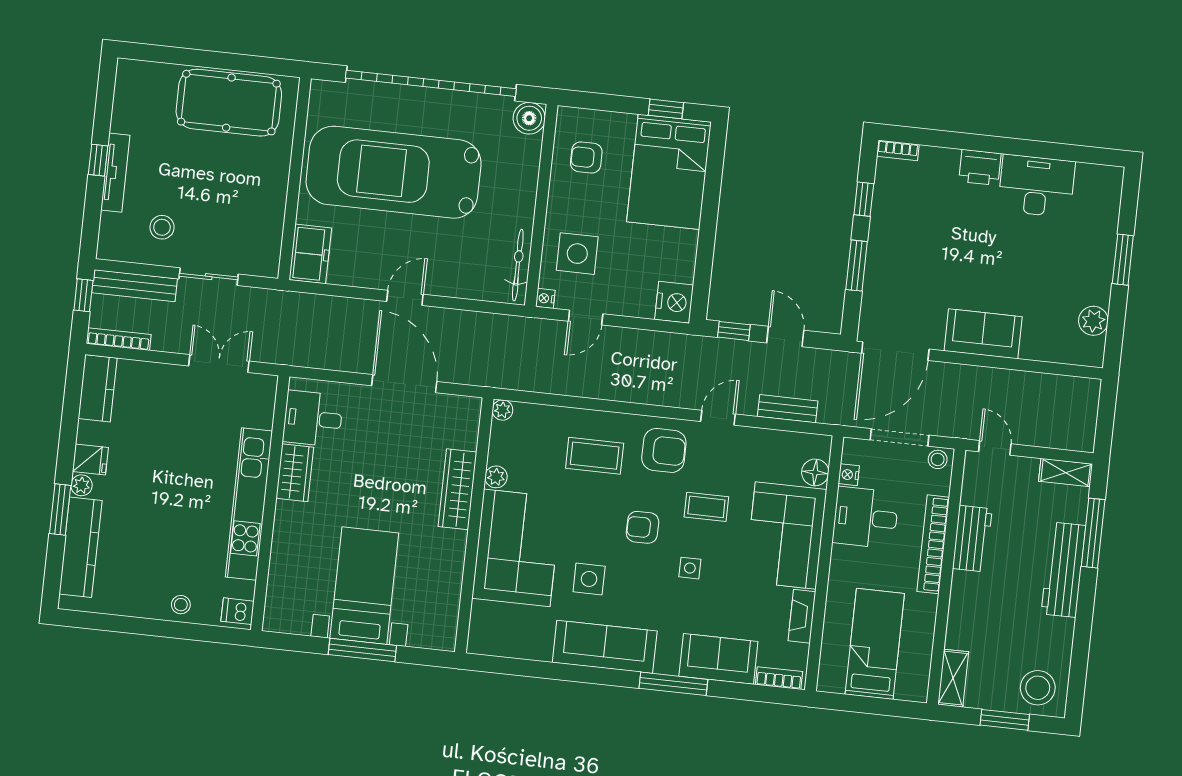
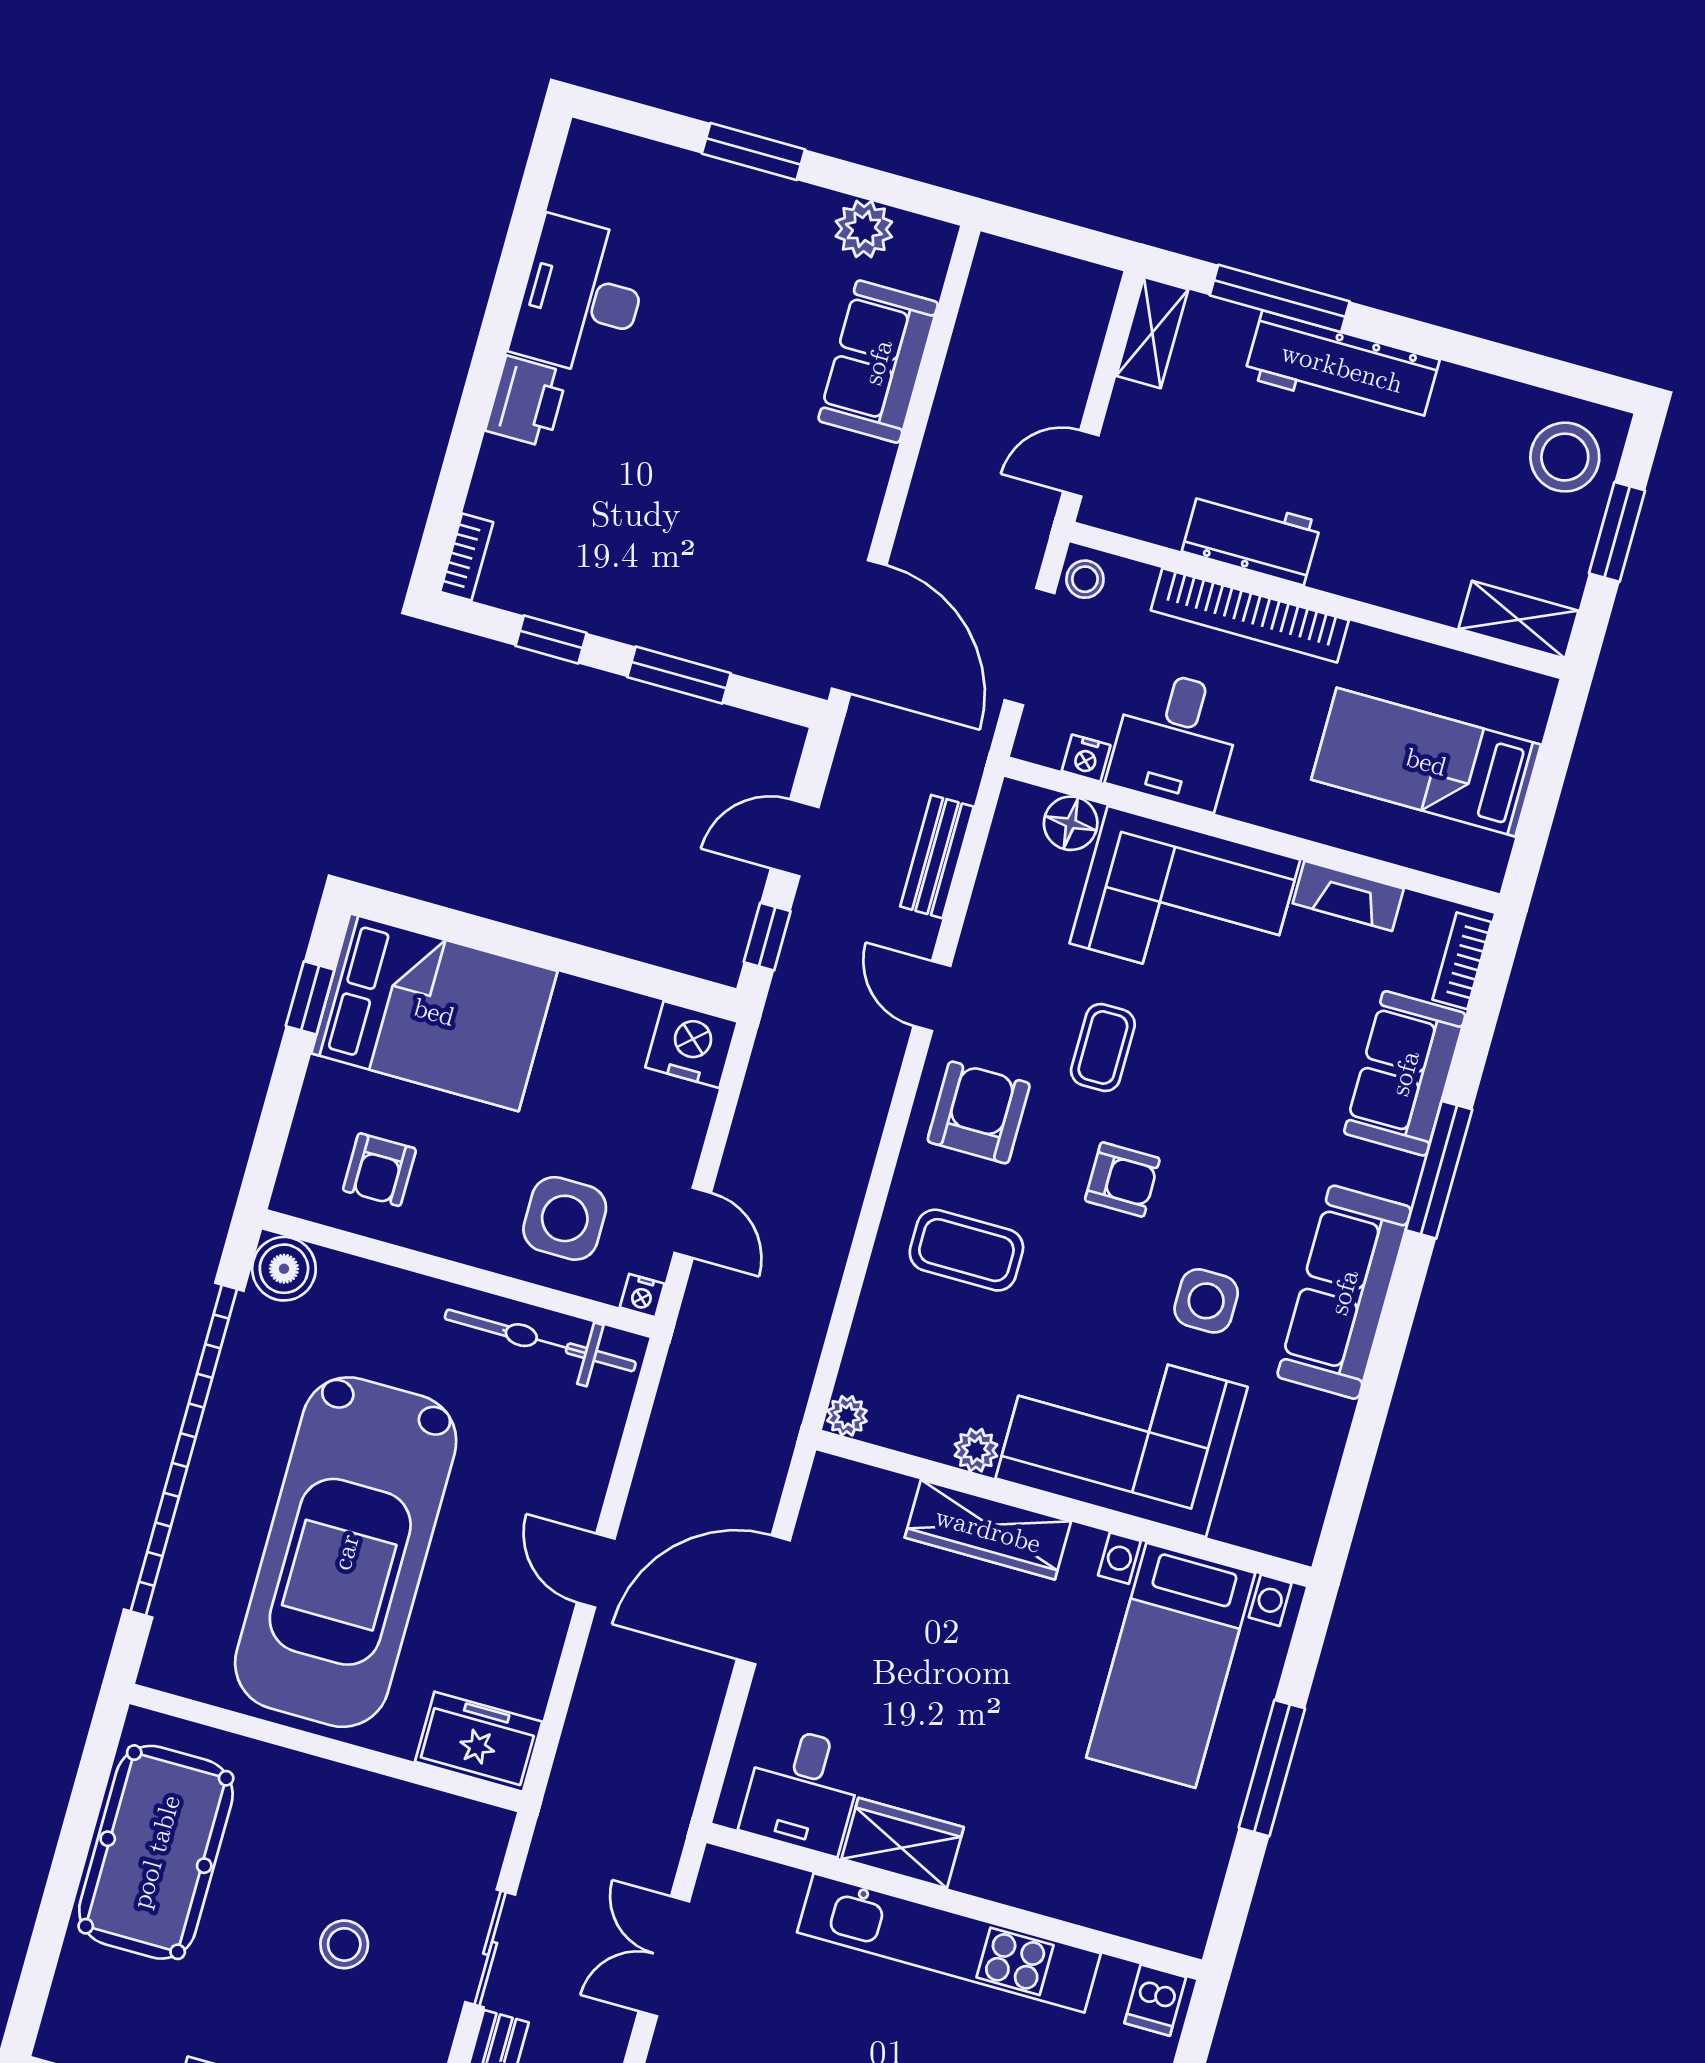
stool: (162, 227) -> (344, 1944), moved
bicycle: (518, 265) -> (540, 1340), width x1.37, depth x1.40
sofa: (983, 334) -> (878, 362), moved
coffee table: (595, 456) -> (966, 1250), turned 90
armchair: (642, 527) -> (1122, 1179), turned -90
side table: (690, 568) -> (1217, 1100), removed
bed with nightstands: (364, 586) -> (1171, 1665), moved, turned -90

